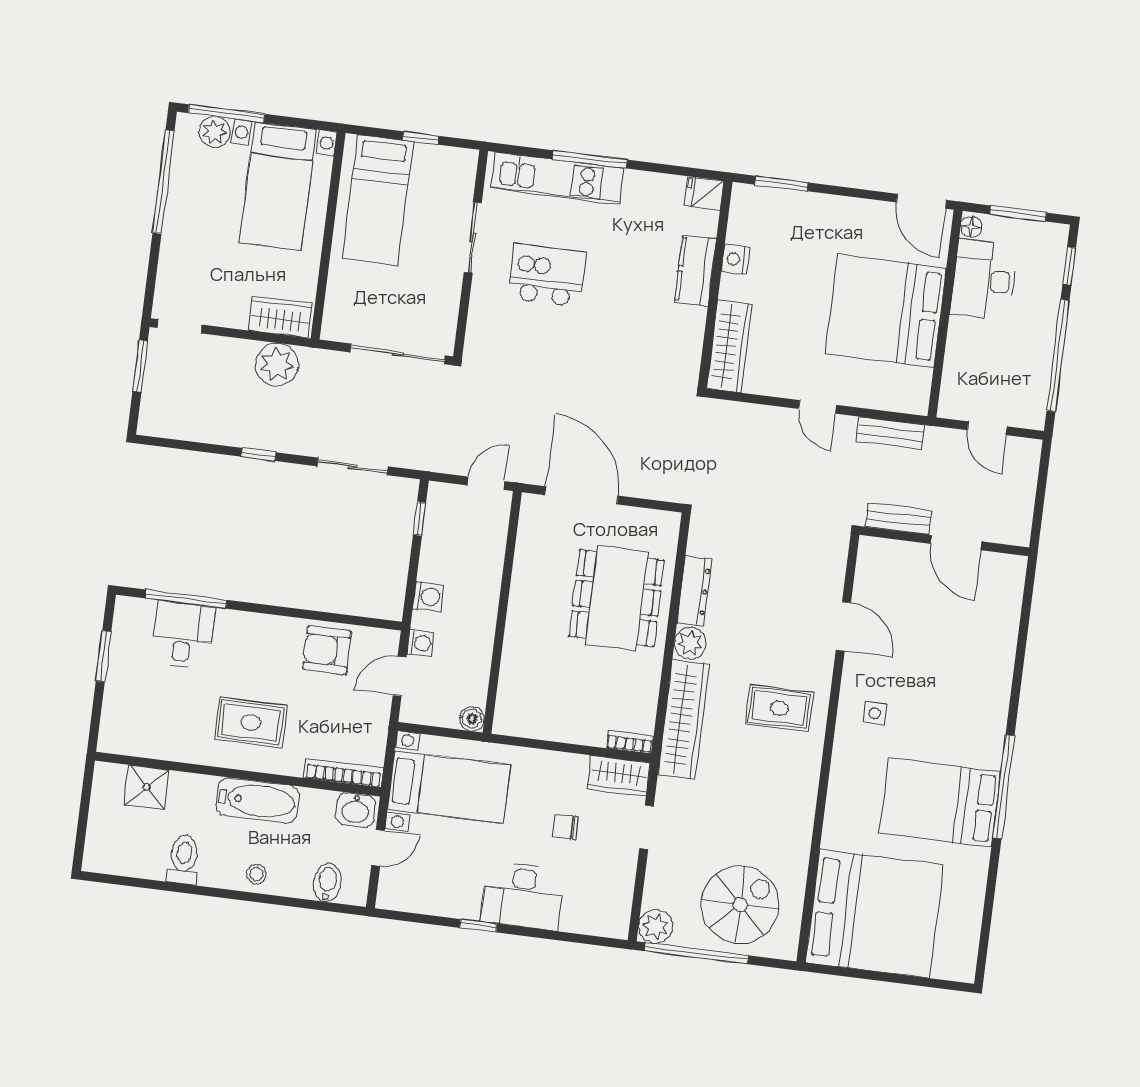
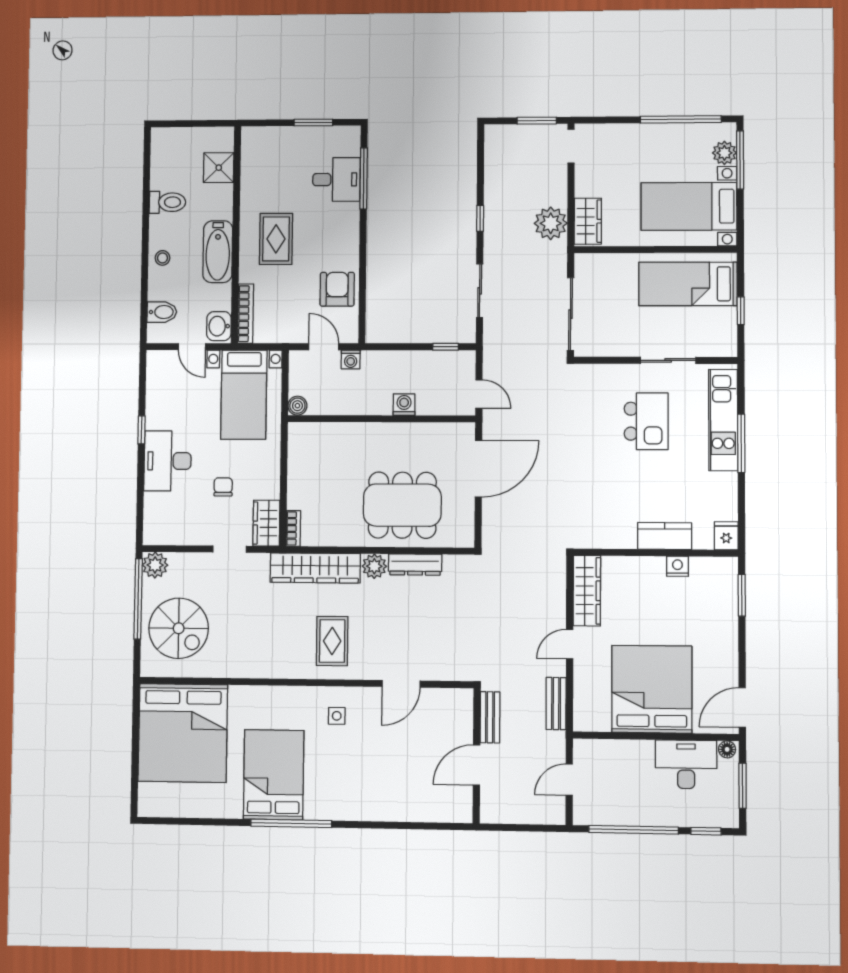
wardrobe: (729, 346) -> (587, 591), moved, turned -90
washing machine: (428, 596) -> (404, 405), moved, turned 180

